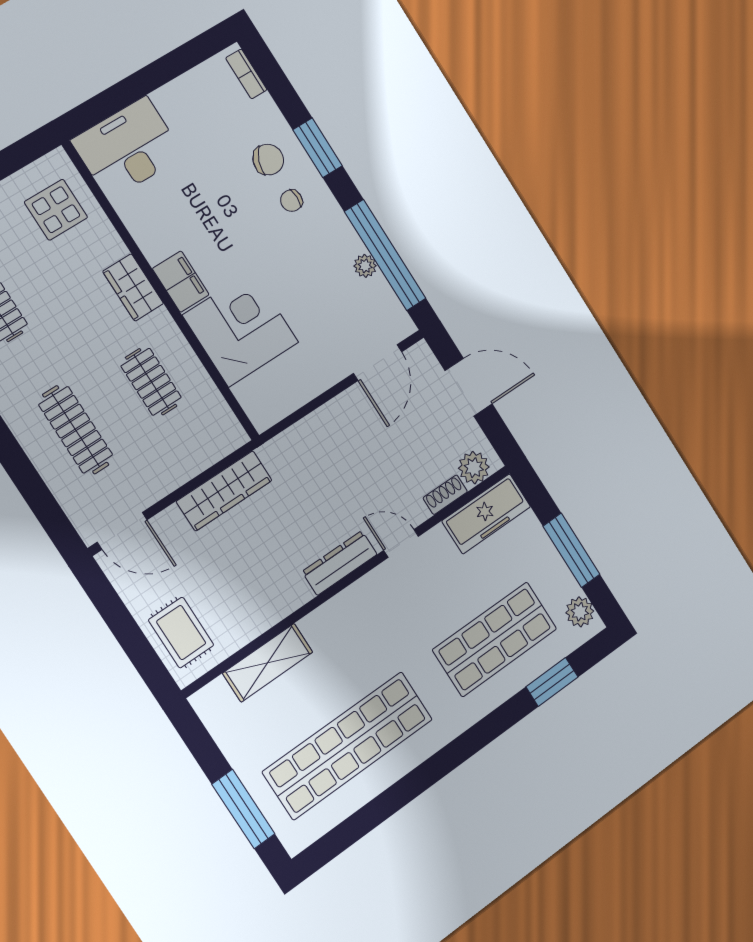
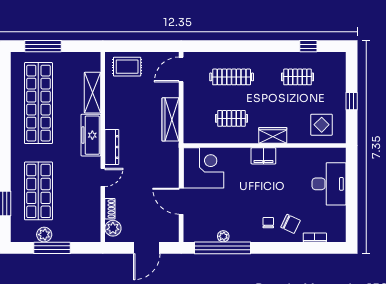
bookcase: (246, 74) -> (315, 237), moved
desk: (128, 148) -> (329, 184), moved
window: (318, 148) -> (283, 248), removed
chair: (268, 160) -> (291, 224), turned -87
corner desk: (241, 329) -> (203, 168), moved, turned -90
door: (378, 363) -> (181, 201), moved
freezer: (486, 514) -> (91, 135), moved
plant: (580, 612) -> (44, 235), moved

